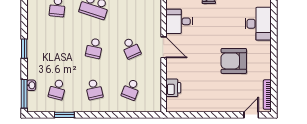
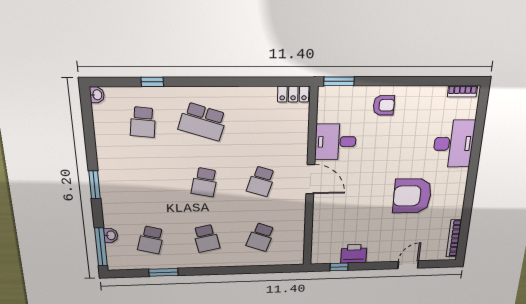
school desk: (131, 48) -> (261, 181), turned 42
printer: (173, 88) -> (354, 254), moved, turned -90
window: (186, 115) -> (339, 267), added
door: (251, 115) -> (408, 265), moved

